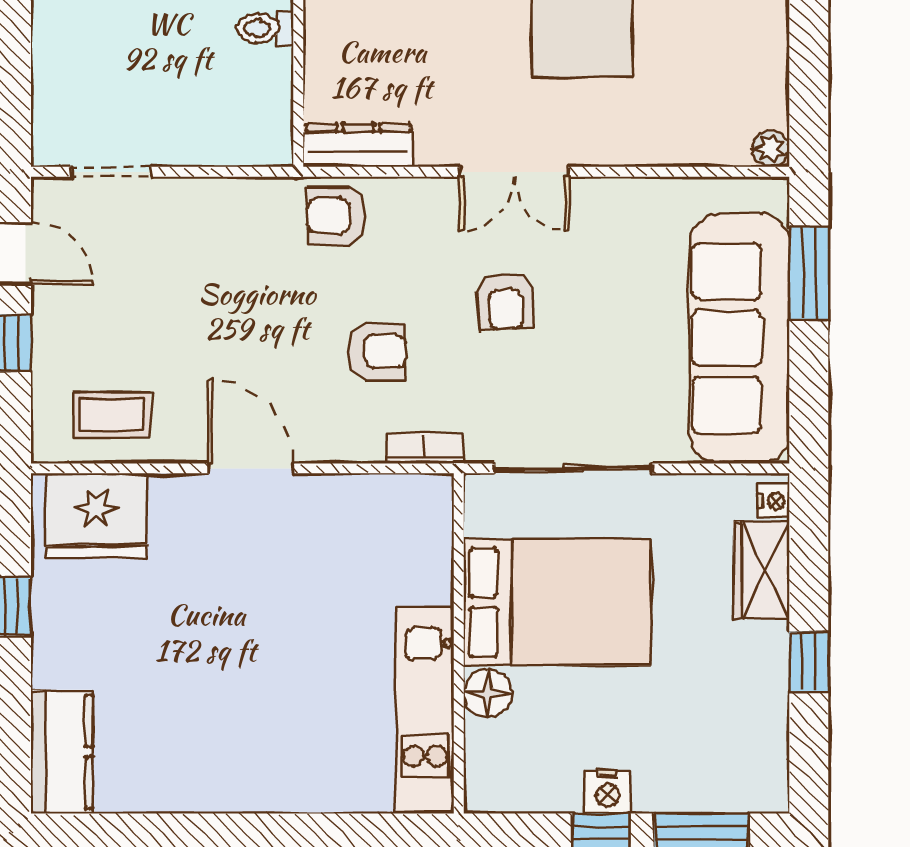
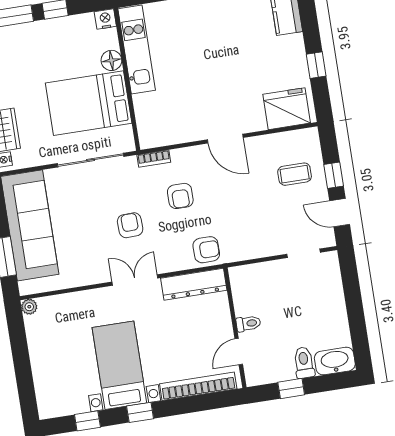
dresser: (358, 145) -> (194, 284), width x1.37, depth x1.24
armchair: (377, 351) -> (180, 196), turned -90
coffee table: (112, 415) -> (295, 174), moved
nightstand: (607, 792) -> (105, 19), moved

